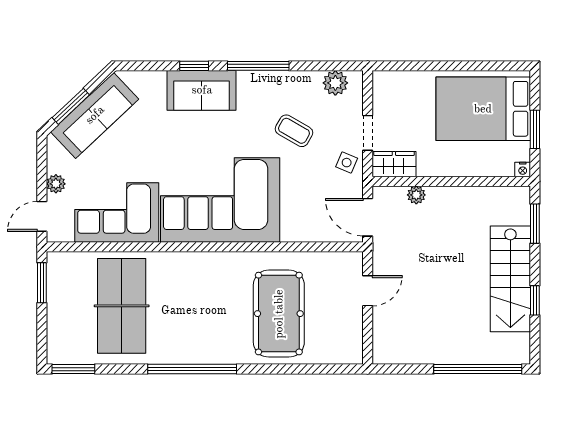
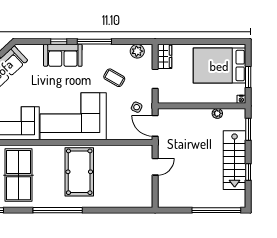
side table: (347, 163) -> (137, 107), moved
wardrobe: (394, 164) -> (165, 56), moved, turned 90
plant: (416, 195) -> (217, 113), moved
pool table: (279, 314) -> (79, 172), moved

